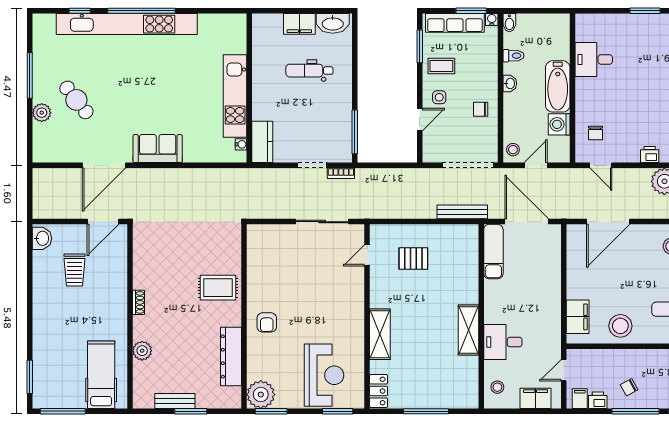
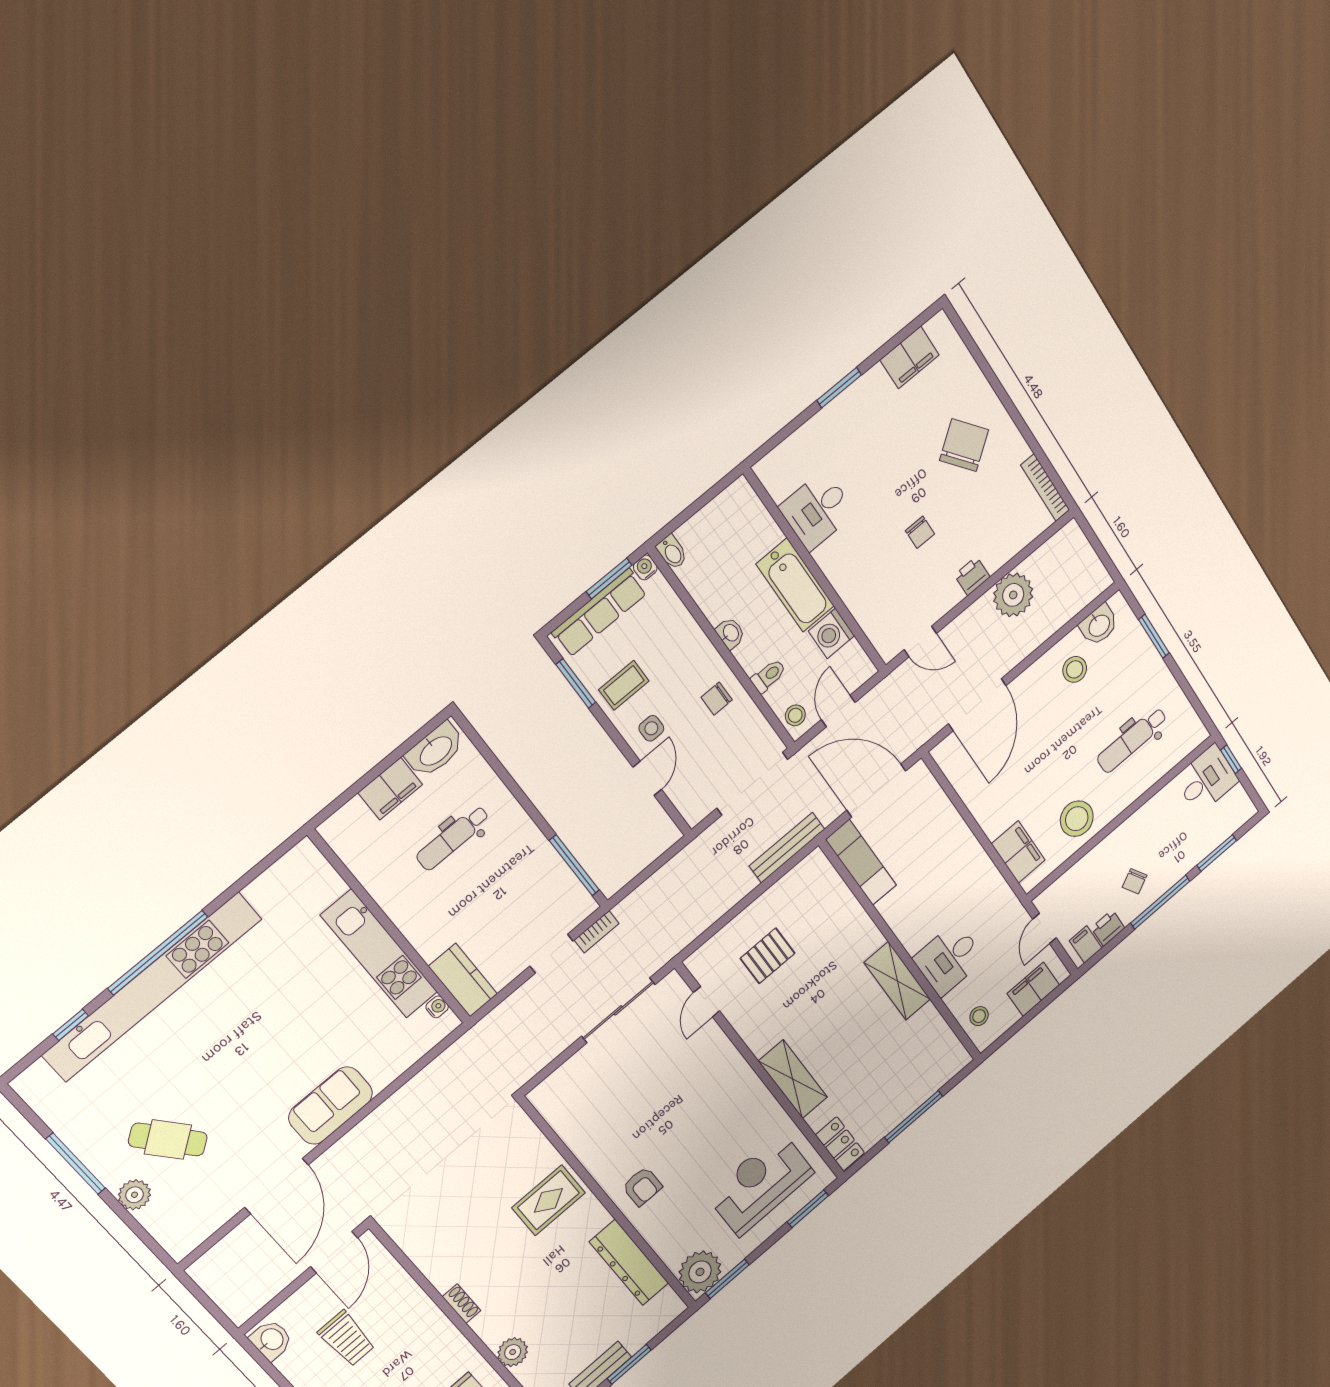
toilet: (514, 56) -> (768, 676), moved
chair: (596, 133) -> (920, 532), moved
reception desk: (324, 375) -> (760, 1184), turned -90

